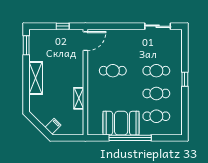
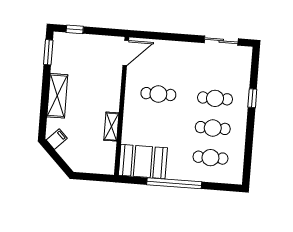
window: (63, 26) -> (75, 29), moved
window: (185, 79) -> (252, 98), moved
booth: (121, 123) -> (143, 161), moved
filing cabinet: (53, 126) -> (57, 139), moved

